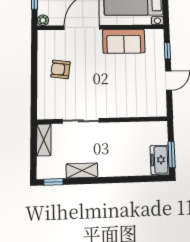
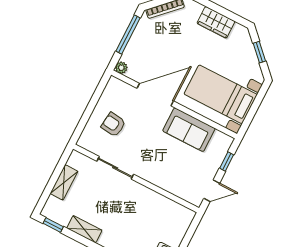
wall: (103, 120) -> (136, 178), moved
sliding door: (81, 121) -> (115, 168), moved

